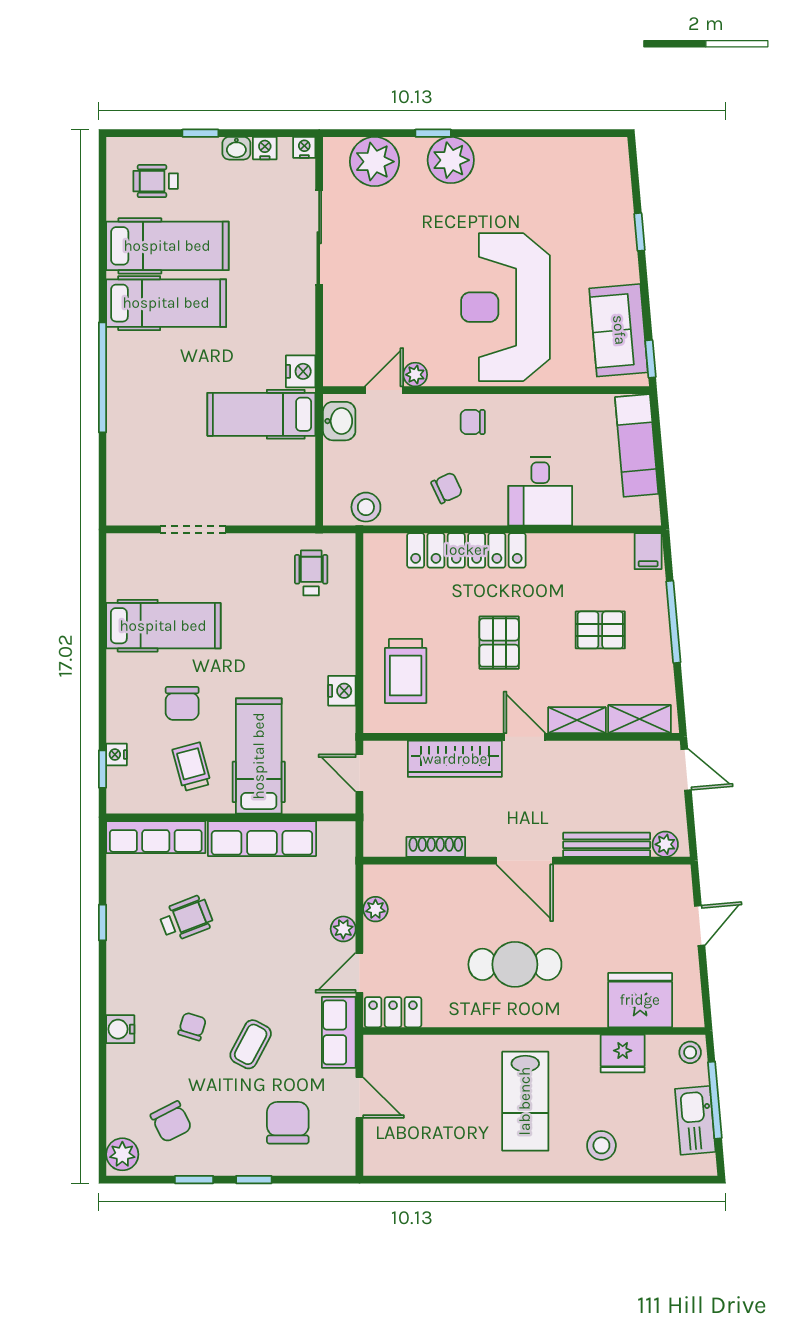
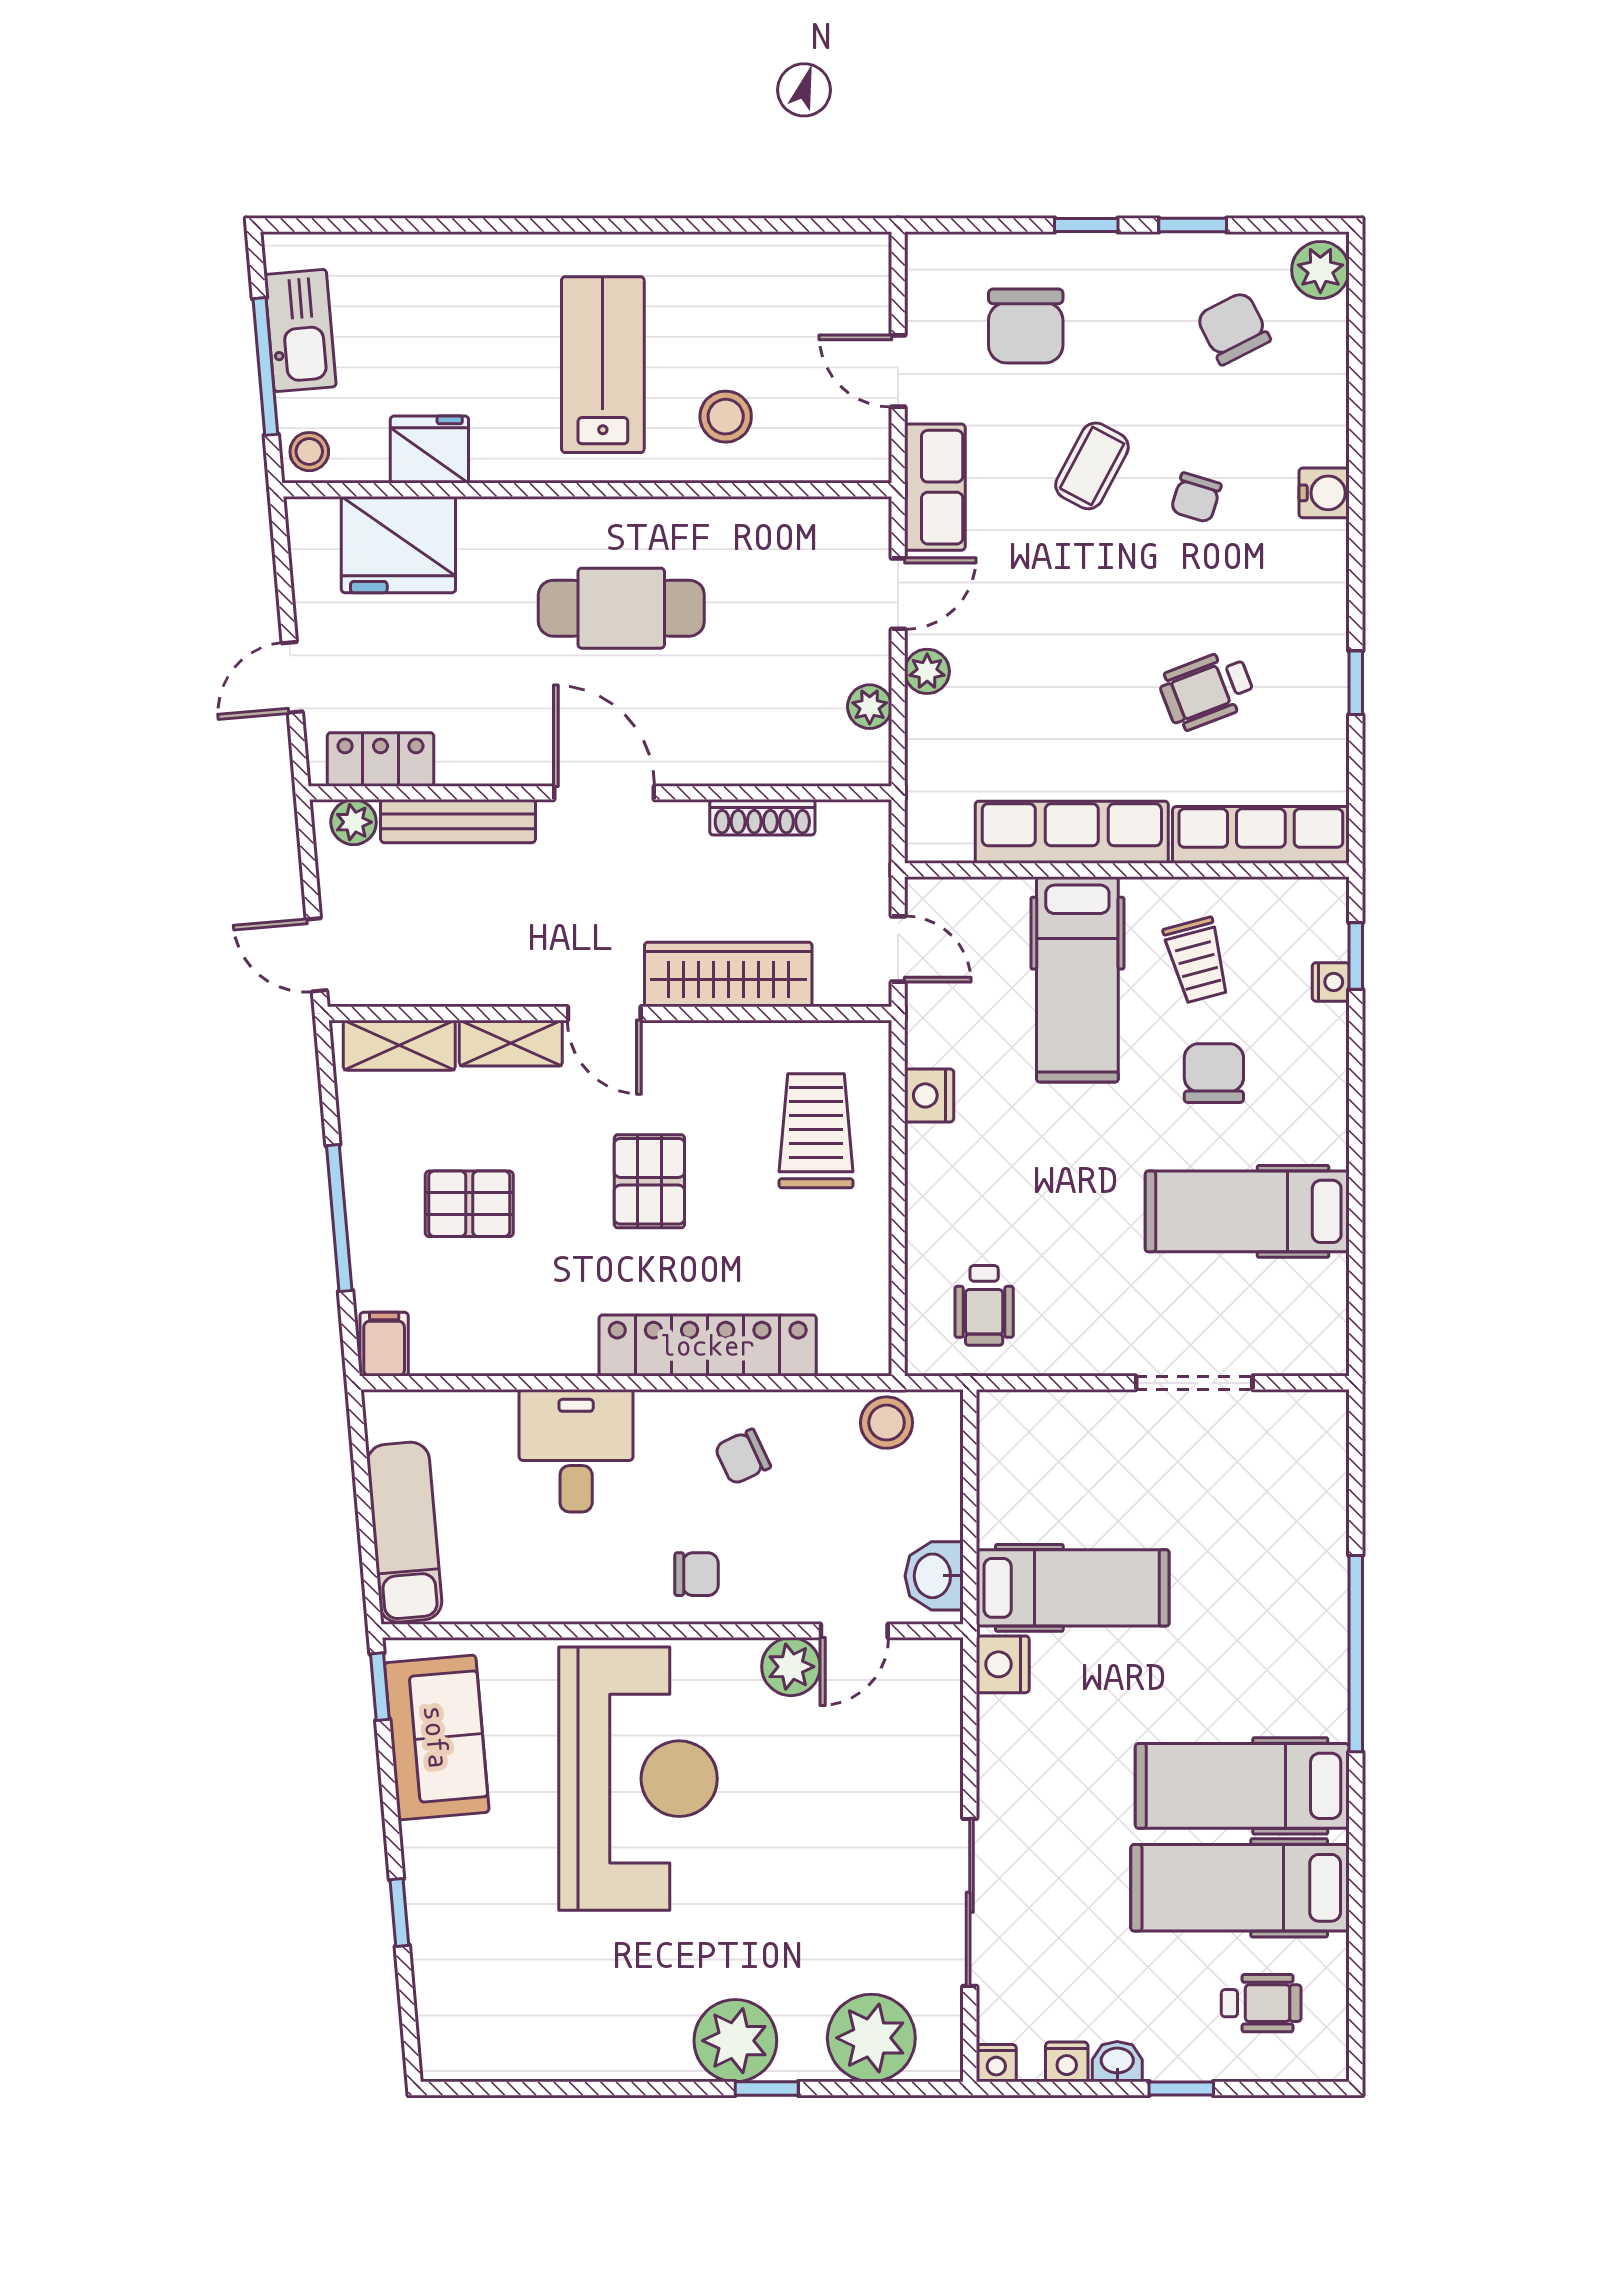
plant: (415, 375) -> (791, 1667), width x1.38, depth x1.38
locker: (393, 1012) -> (381, 759), moved, turned 180
stool: (601, 1145) -> (726, 417), moved

